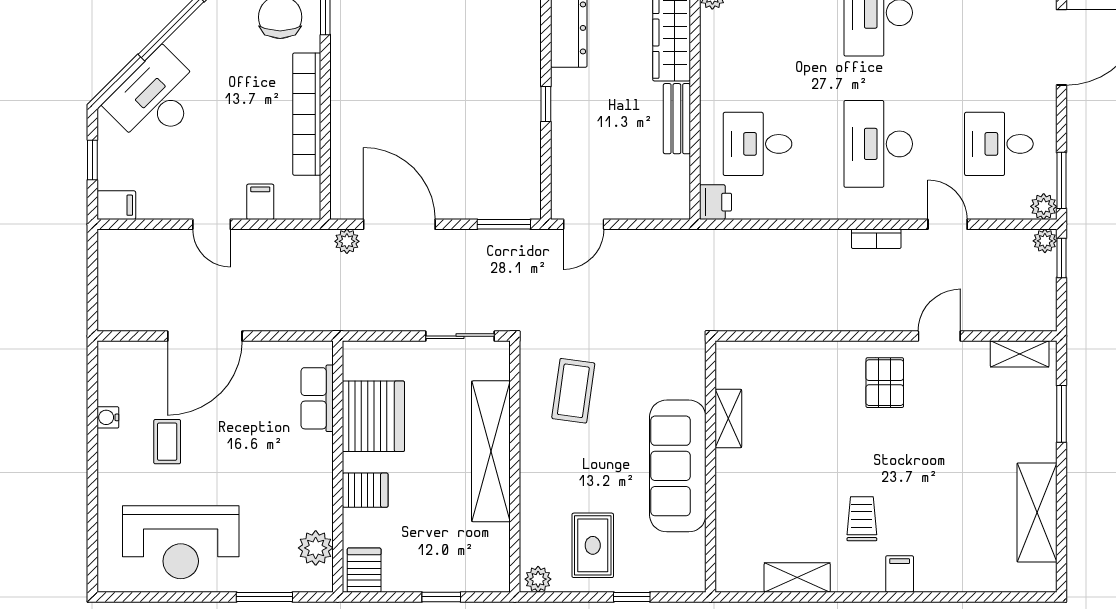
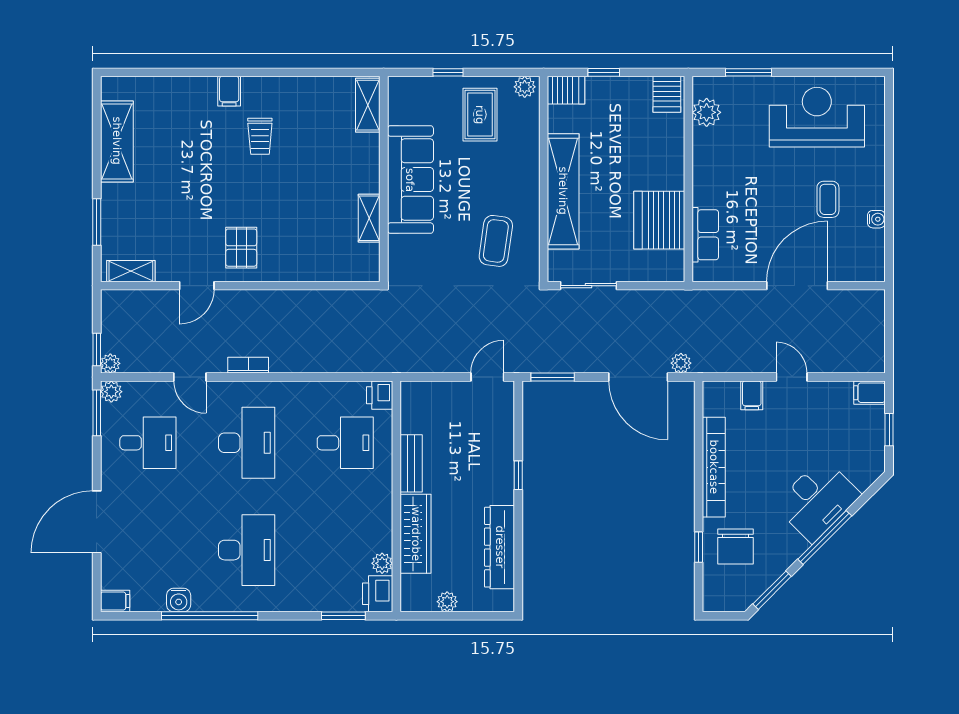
desk: (156, 98) -> (817, 500), moved
server rack: (365, 490) -> (566, 90), moved, turned 180
shelving: (797, 578) -> (368, 105), moved, turned 90

